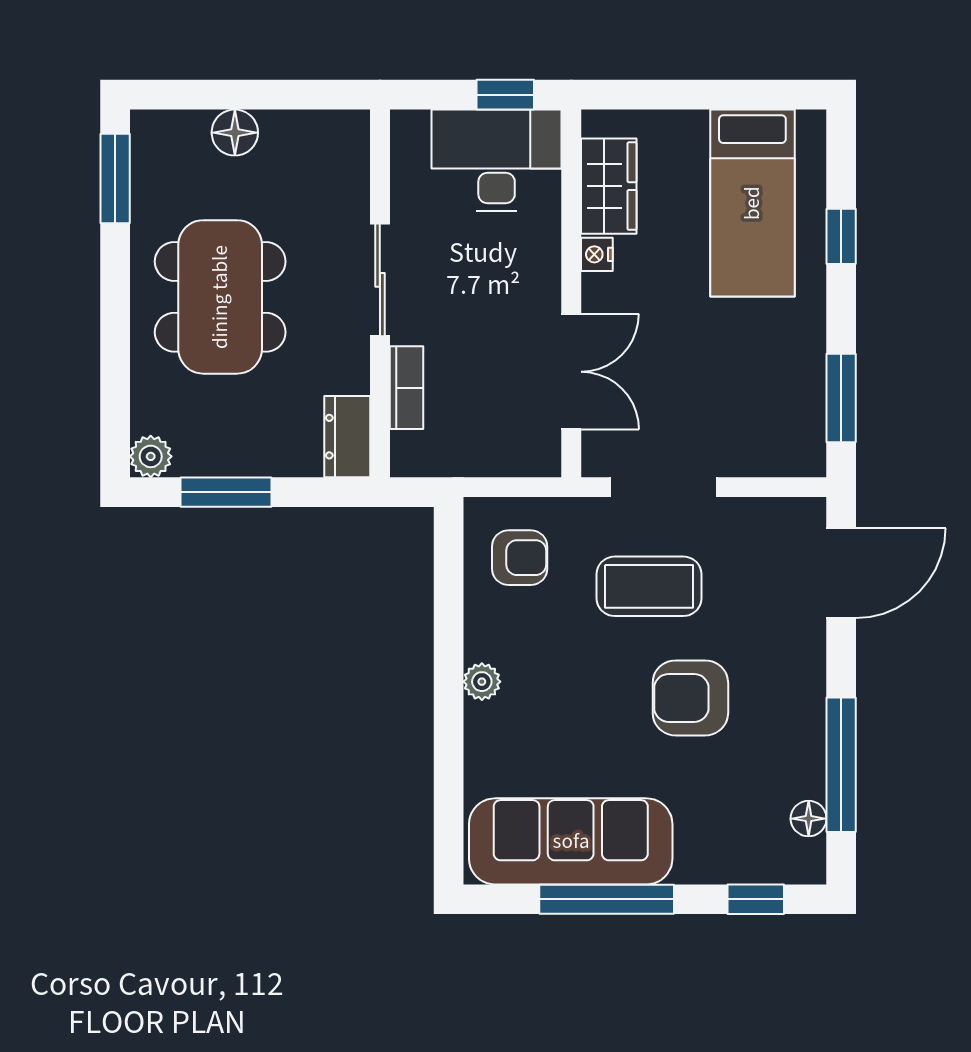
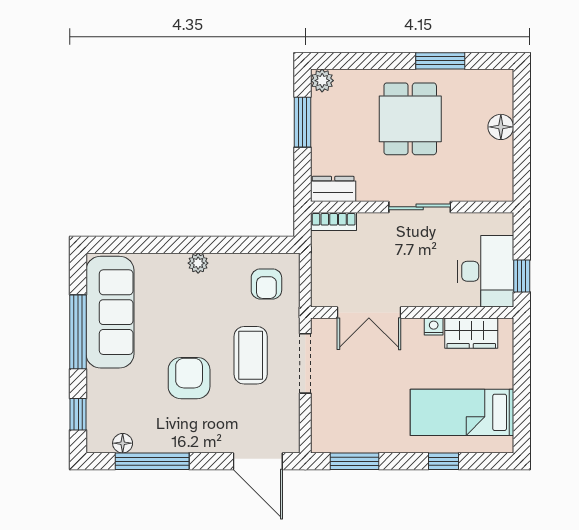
window: (115, 178) -> (440, 61), moved
dining table: (220, 297) -> (410, 119), width x0.73
bookcase: (406, 388) -> (334, 222), moved

